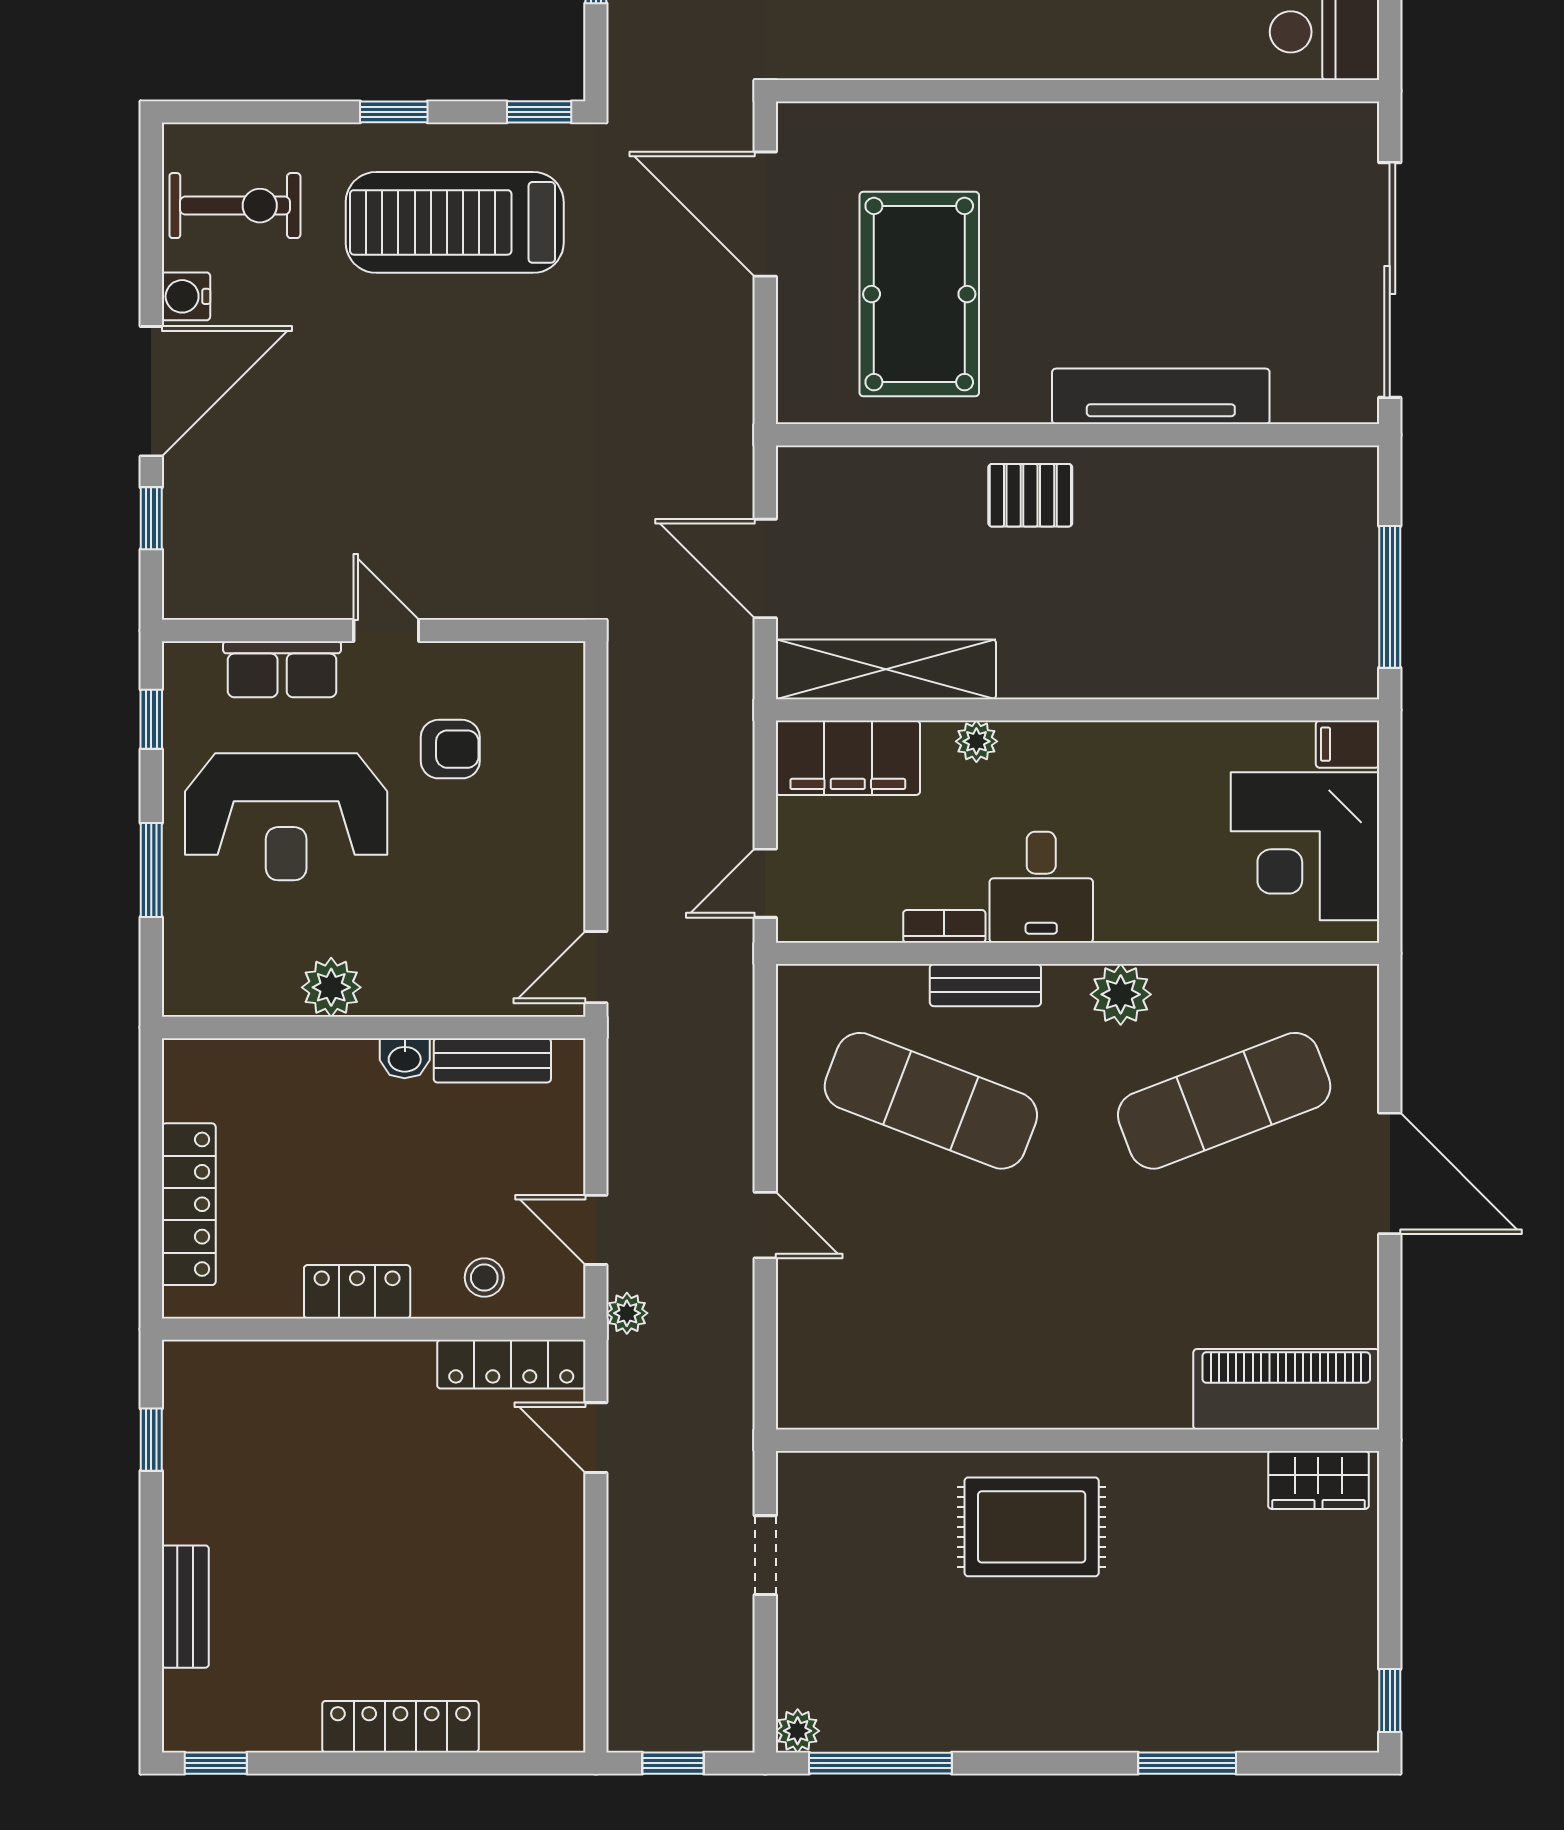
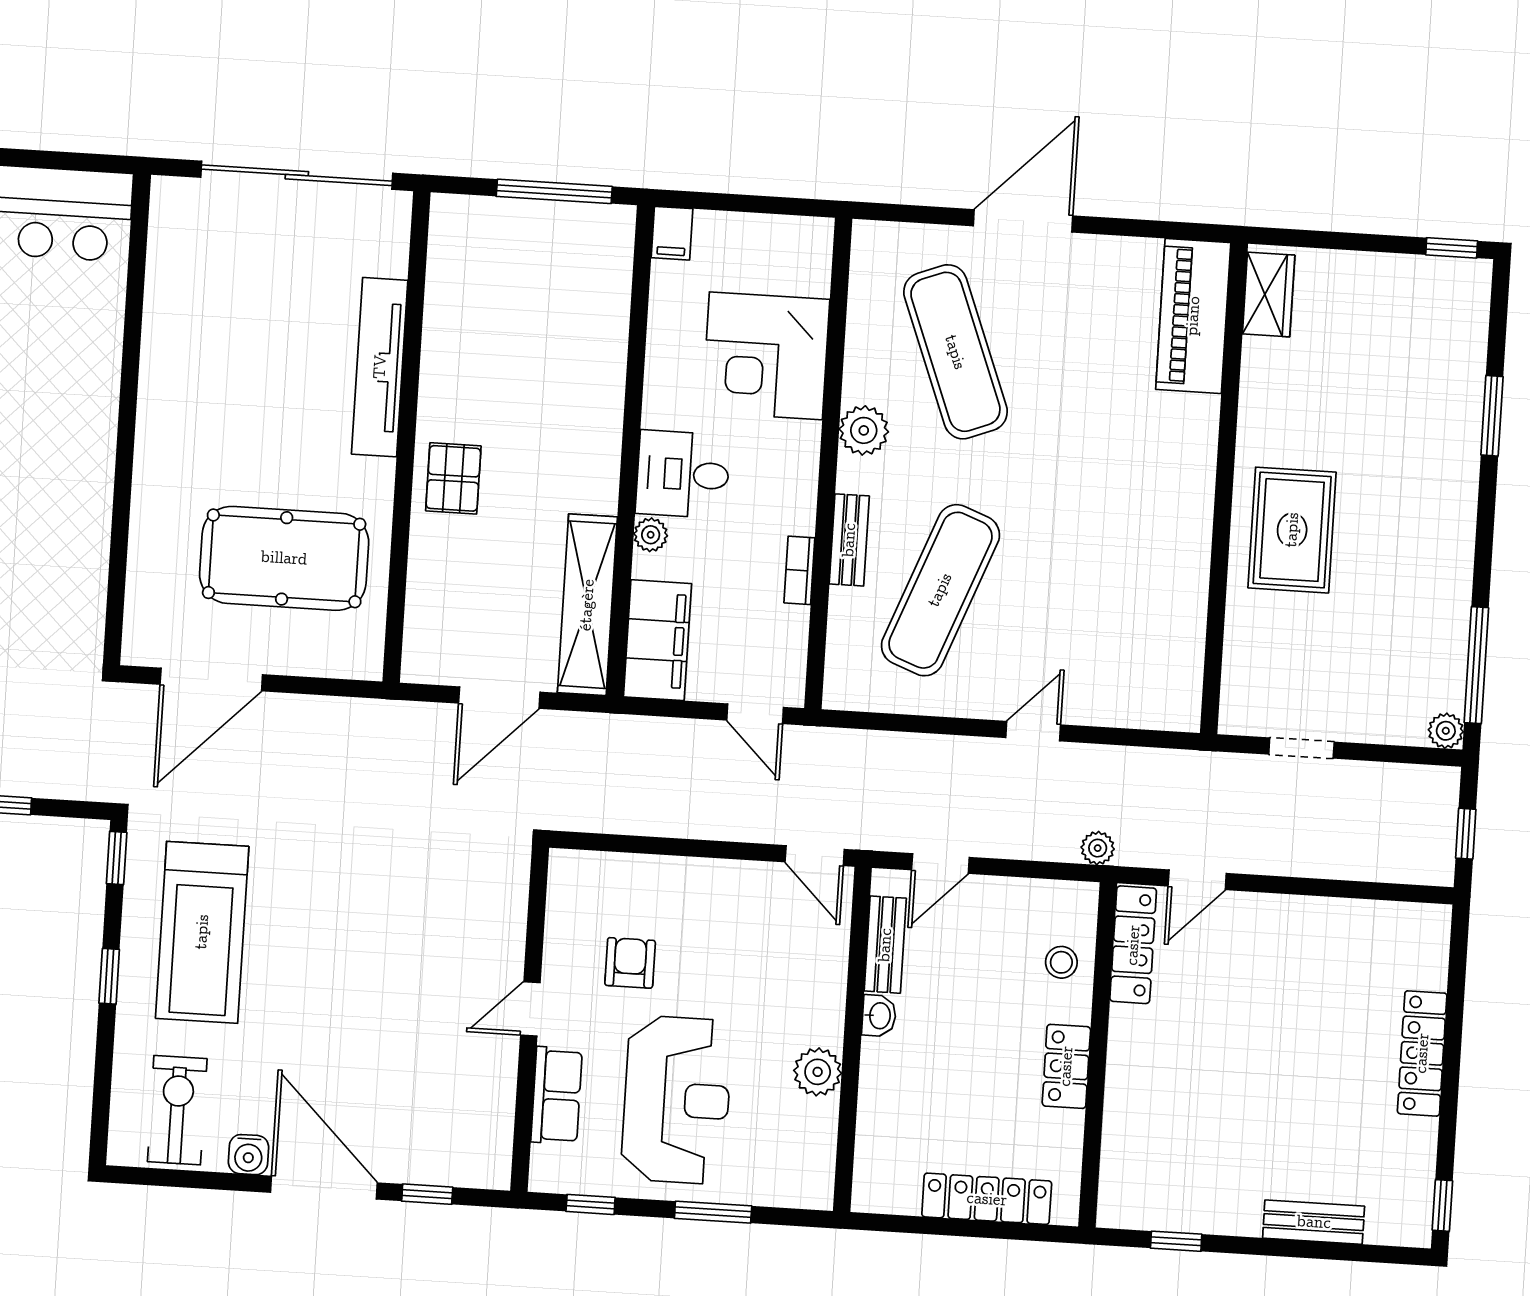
corner desk: (1305, 846) -> (766, 356), moved, turned 90
desk: (1041, 887) -> (683, 474), moved, turned 180
door: (596, 1230) -> (940, 864), moved

